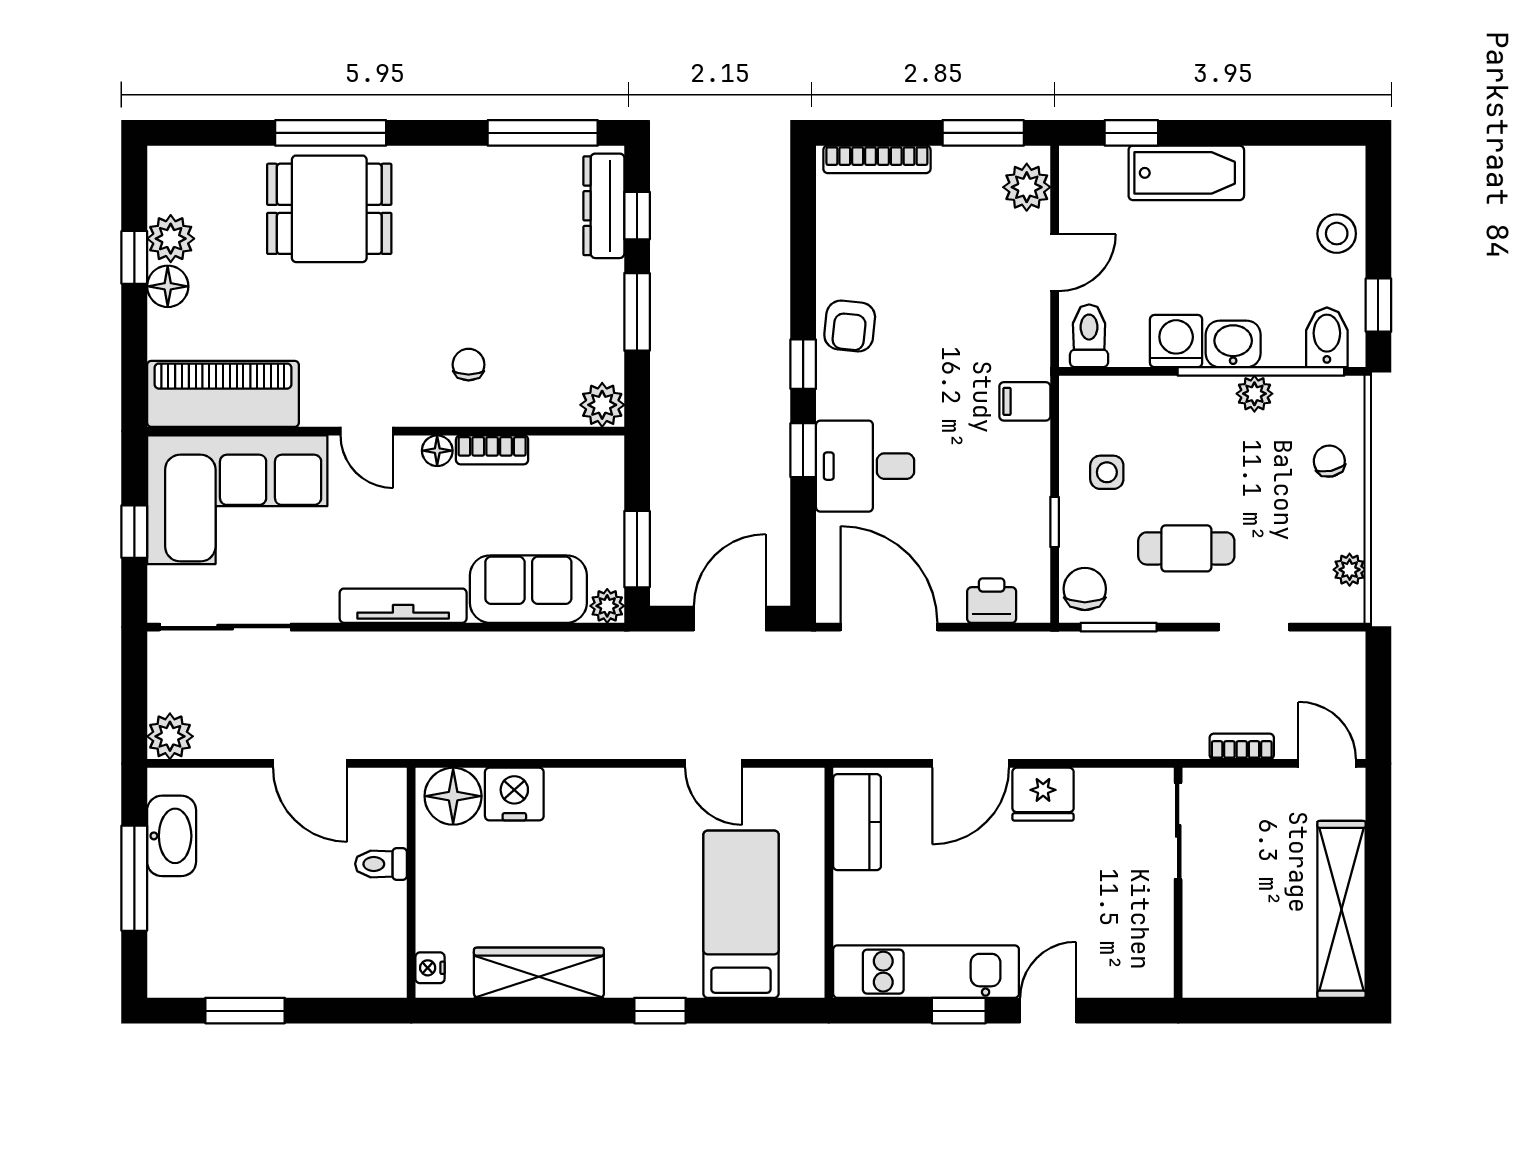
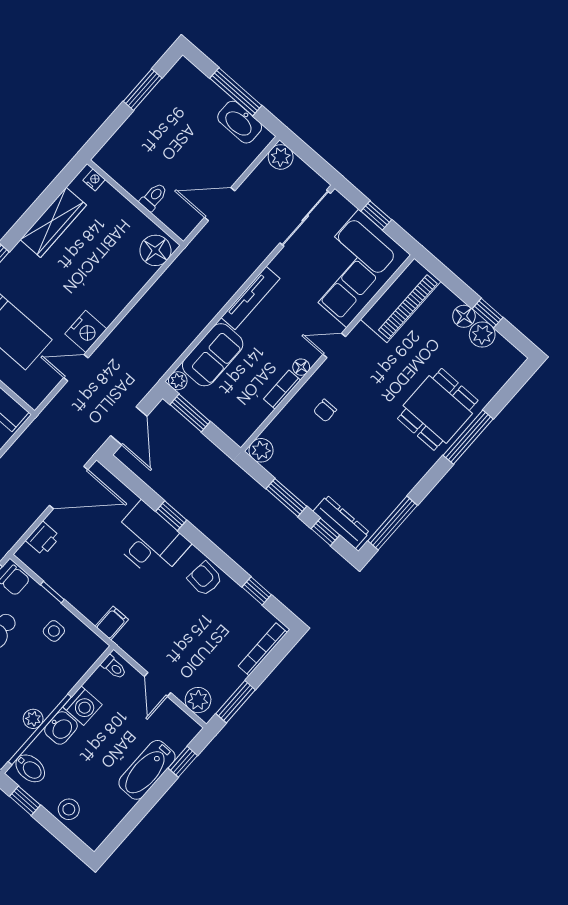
toilet: (1089, 336) -> (114, 667), width x0.73, depth x0.72
window: (803, 364) -> (257, 591), moved
chair: (469, 365) -> (325, 410), turned 90
desk: (865, 466) -> (149, 541), width x1.37
nightstand: (514, 794) -> (86, 331), moved

